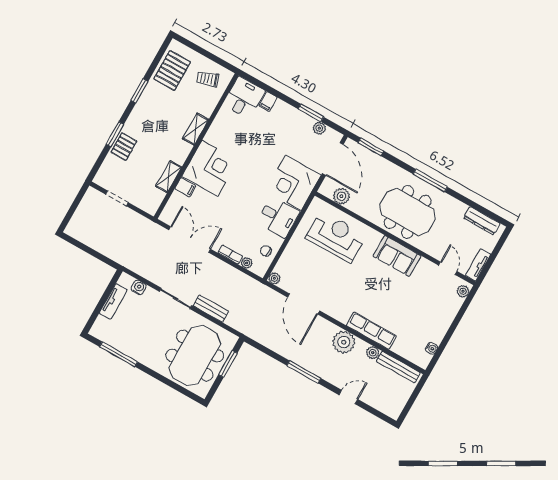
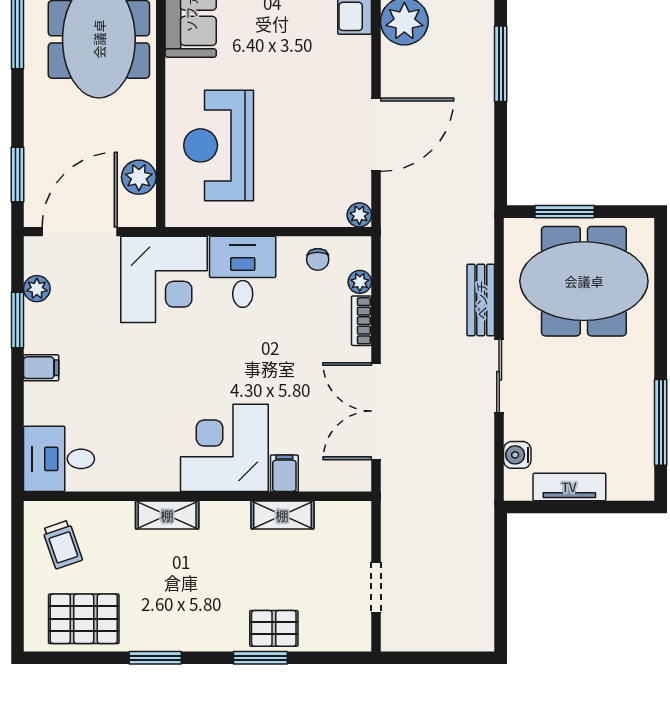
filing cabinet: (268, 101) -> (41, 368), moved

